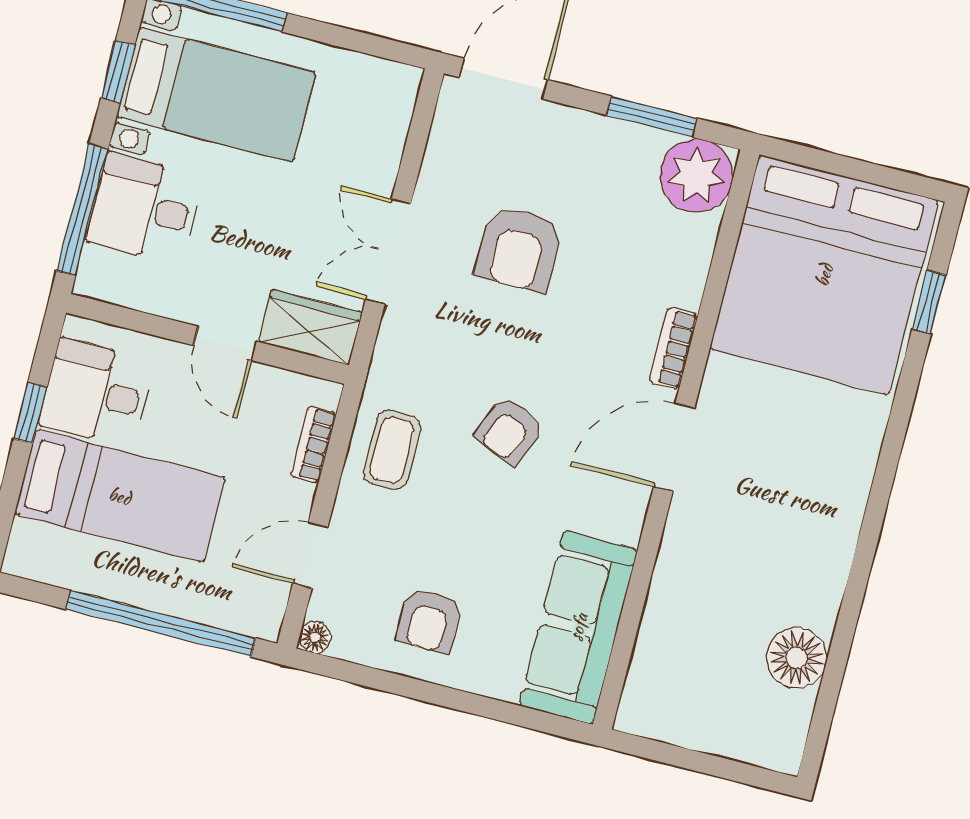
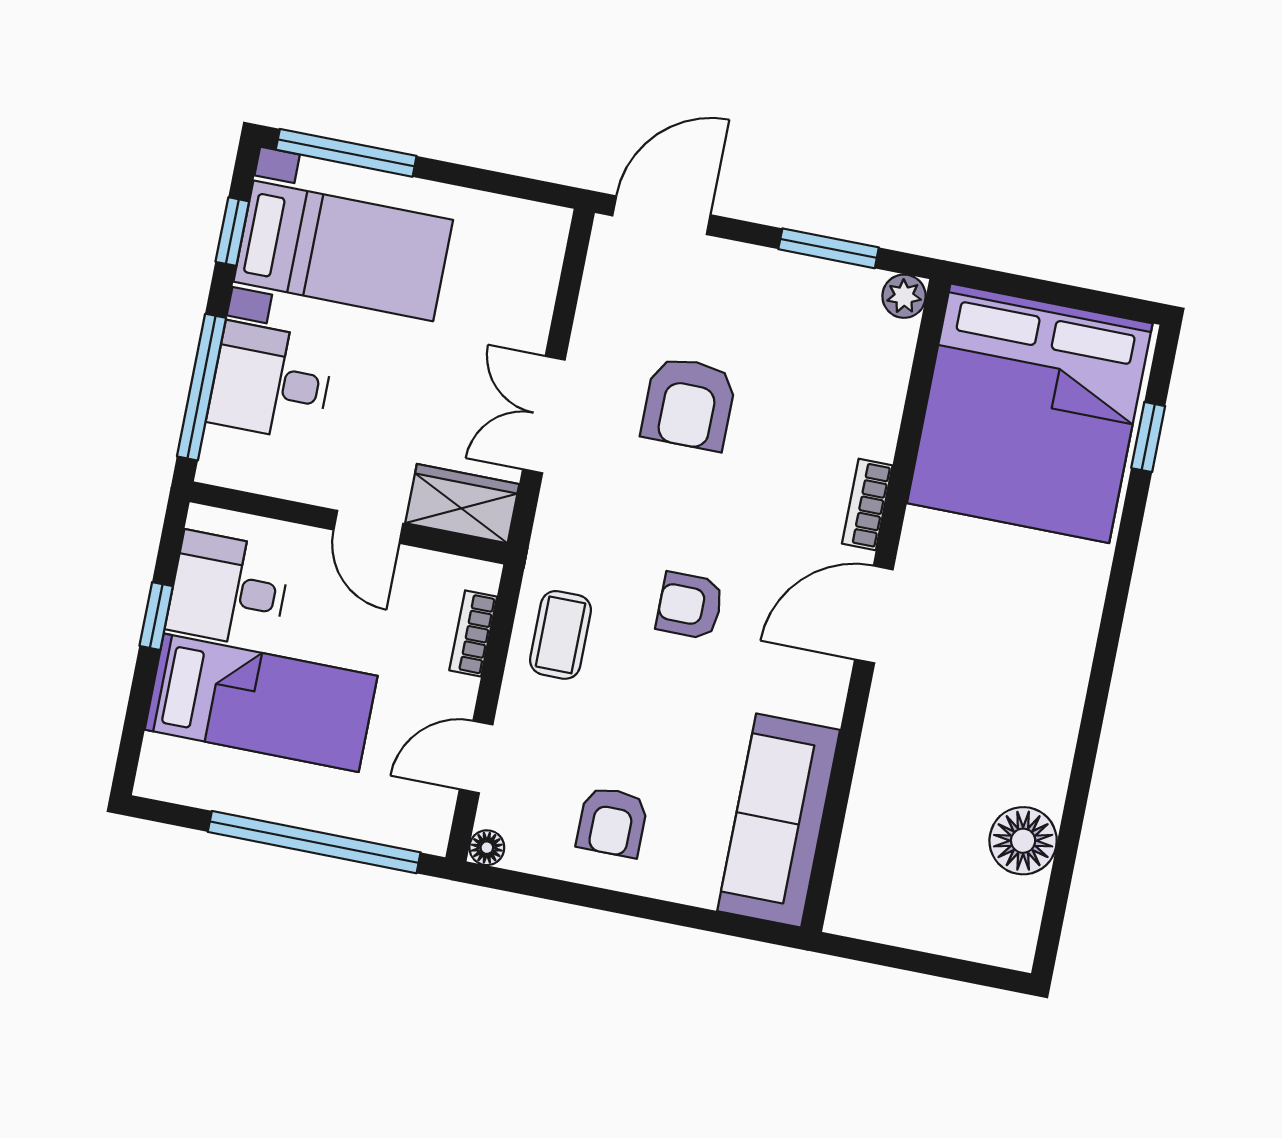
plant: (696, 176) -> (904, 296), width x0.53, depth x0.53
armchair: (509, 430) -> (690, 606), turned 67

